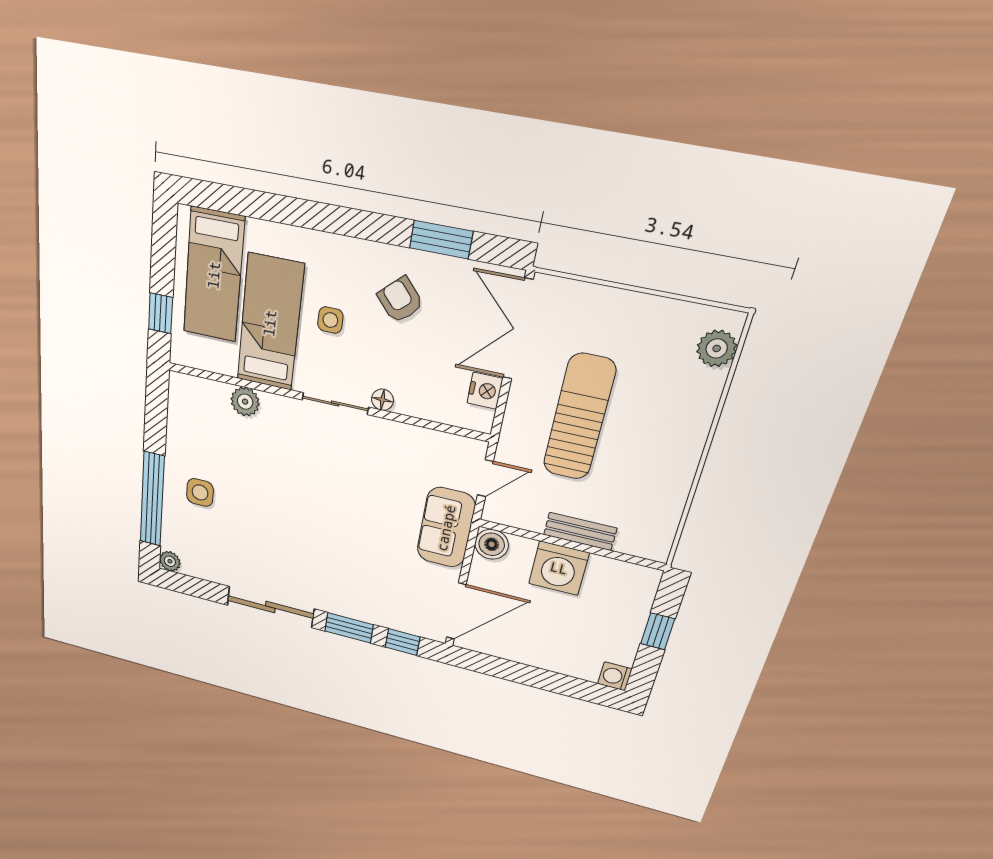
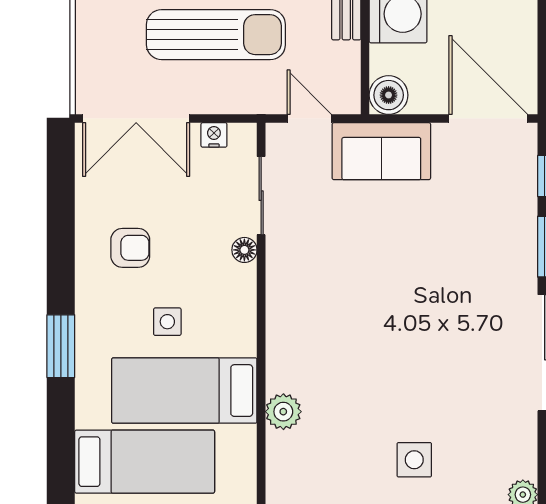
window: (441, 240) -> (61, 346), moved
armchair: (400, 300) -> (130, 248), turned -138
nightstand: (485, 391) -> (214, 135), width x0.72, depth x0.74
sliding door: (335, 404) -> (261, 196), moved
sun lounger: (579, 417) -> (216, 35), turned 180

